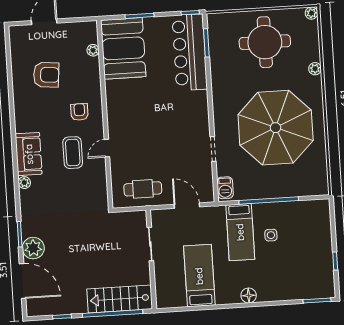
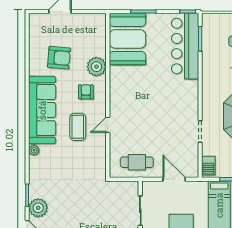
plant: (93, 50) -> (96, 67), moved, width x1.88, depth x1.88
sofa: (29, 154) -> (42, 110), width x1.85, depth x1.27

